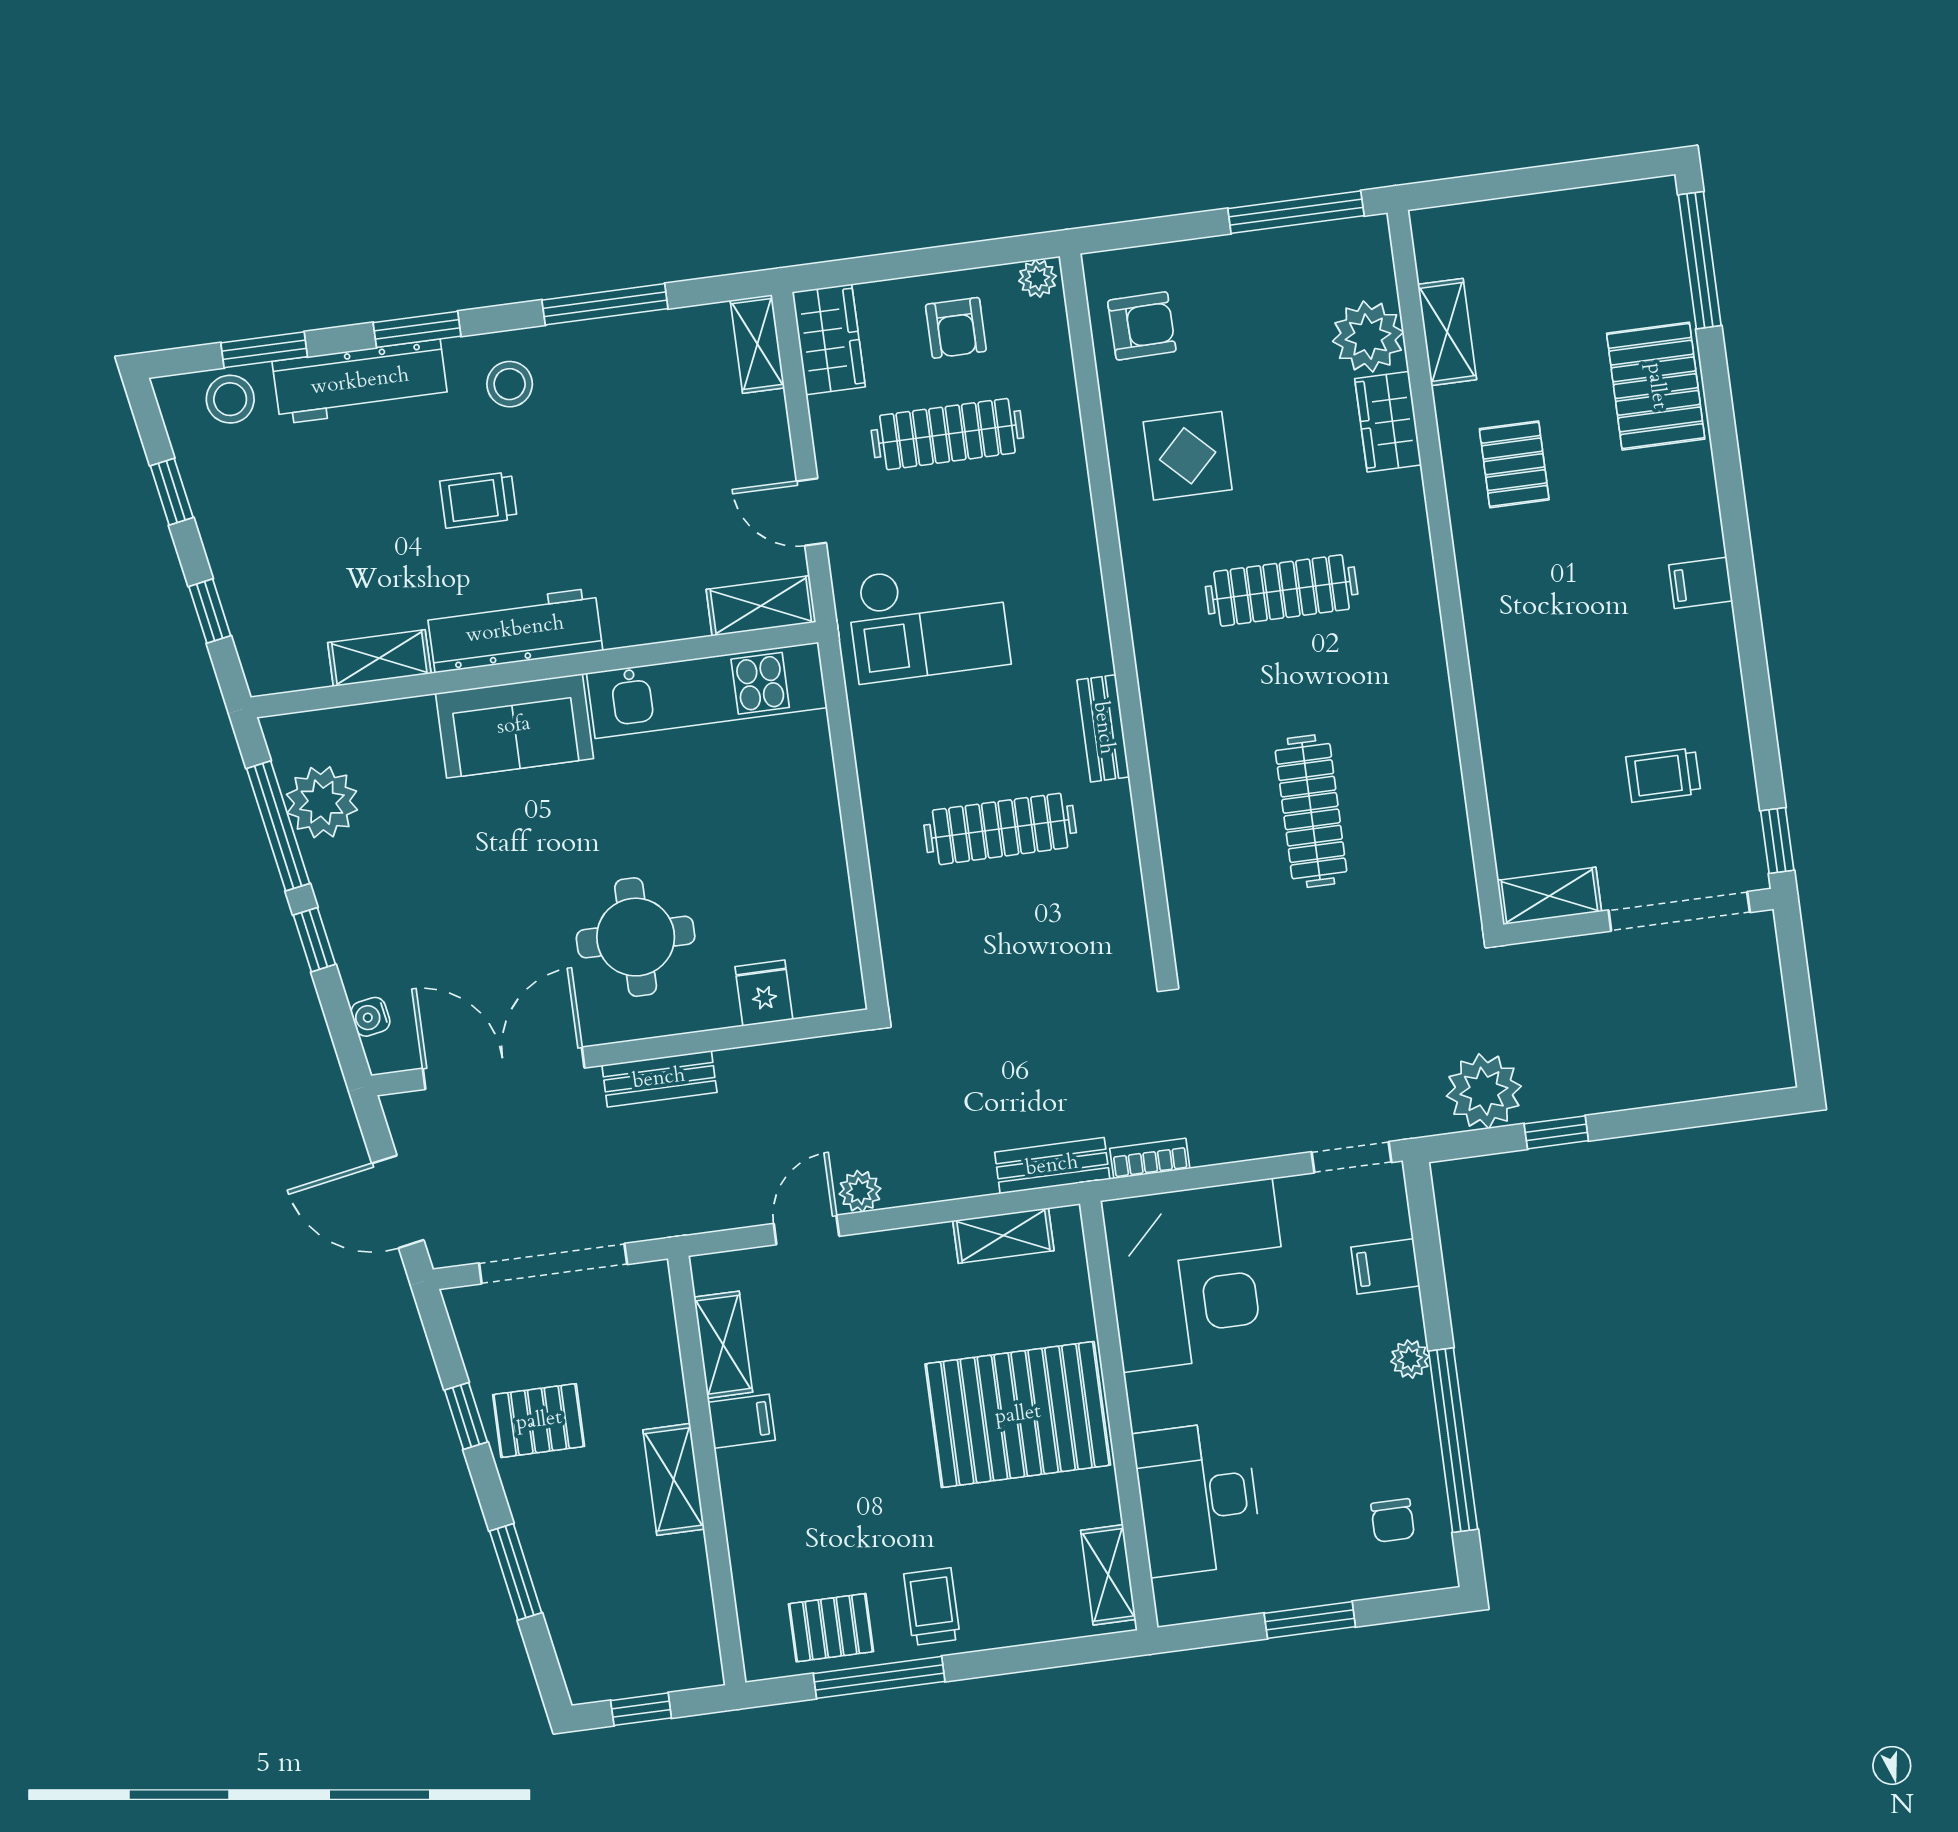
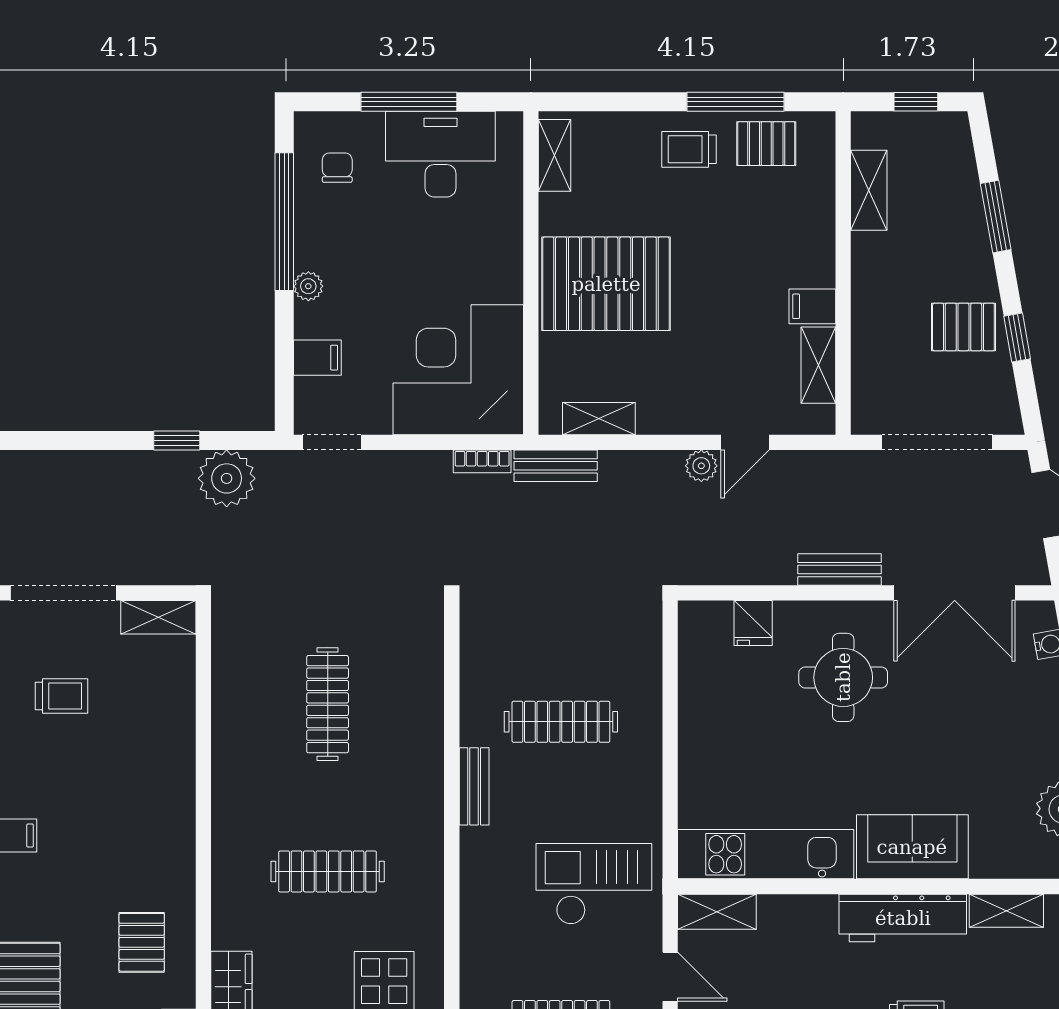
shelving: (674, 1479) -> (869, 190), moved
desk: (1198, 1498) -> (440, 154), moved, turned -90
trolley: (932, 1607) -> (689, 149), turned 90
window: (1310, 1620) -> (409, 102), width x1.44

